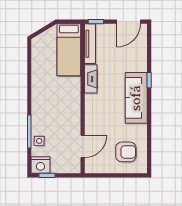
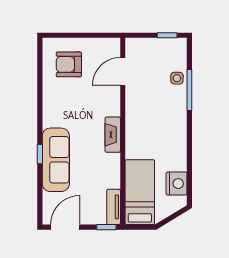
tv unit: (90, 44) -> (114, 207), width x0.71
fireplace: (91, 79) -> (113, 135), moved
sofa: (136, 98) -> (56, 160), moved
nightstand: (40, 165) -> (177, 184), moved, turned 90

